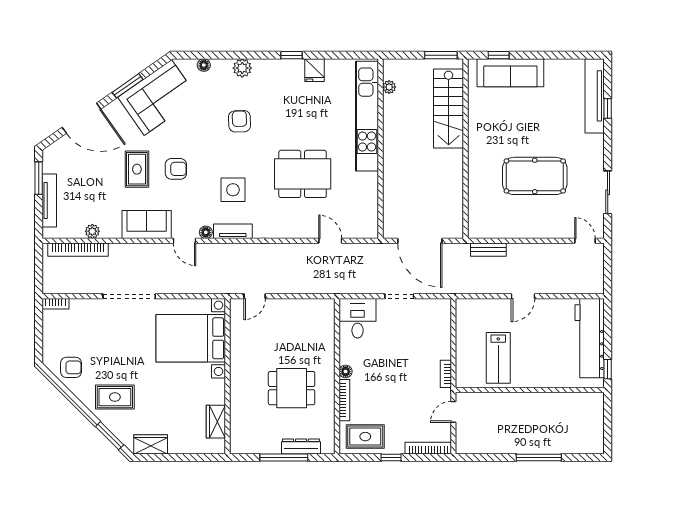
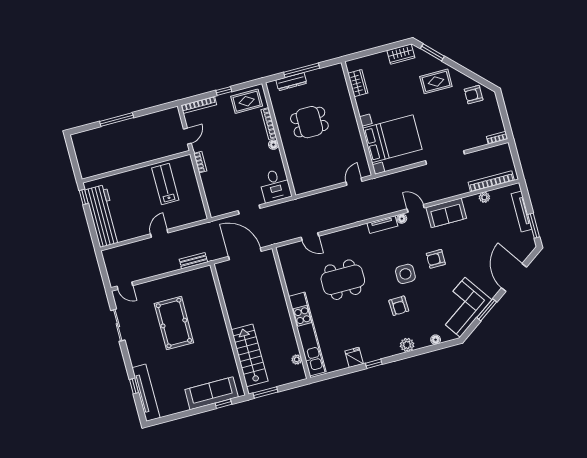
door: (82, 118) -> (514, 277), hinge flipped
rug: (137, 169) -> (464, 251), removed
pool table: (535, 176) -> (174, 323), turned 90
side table: (233, 190) -> (405, 274), moved

